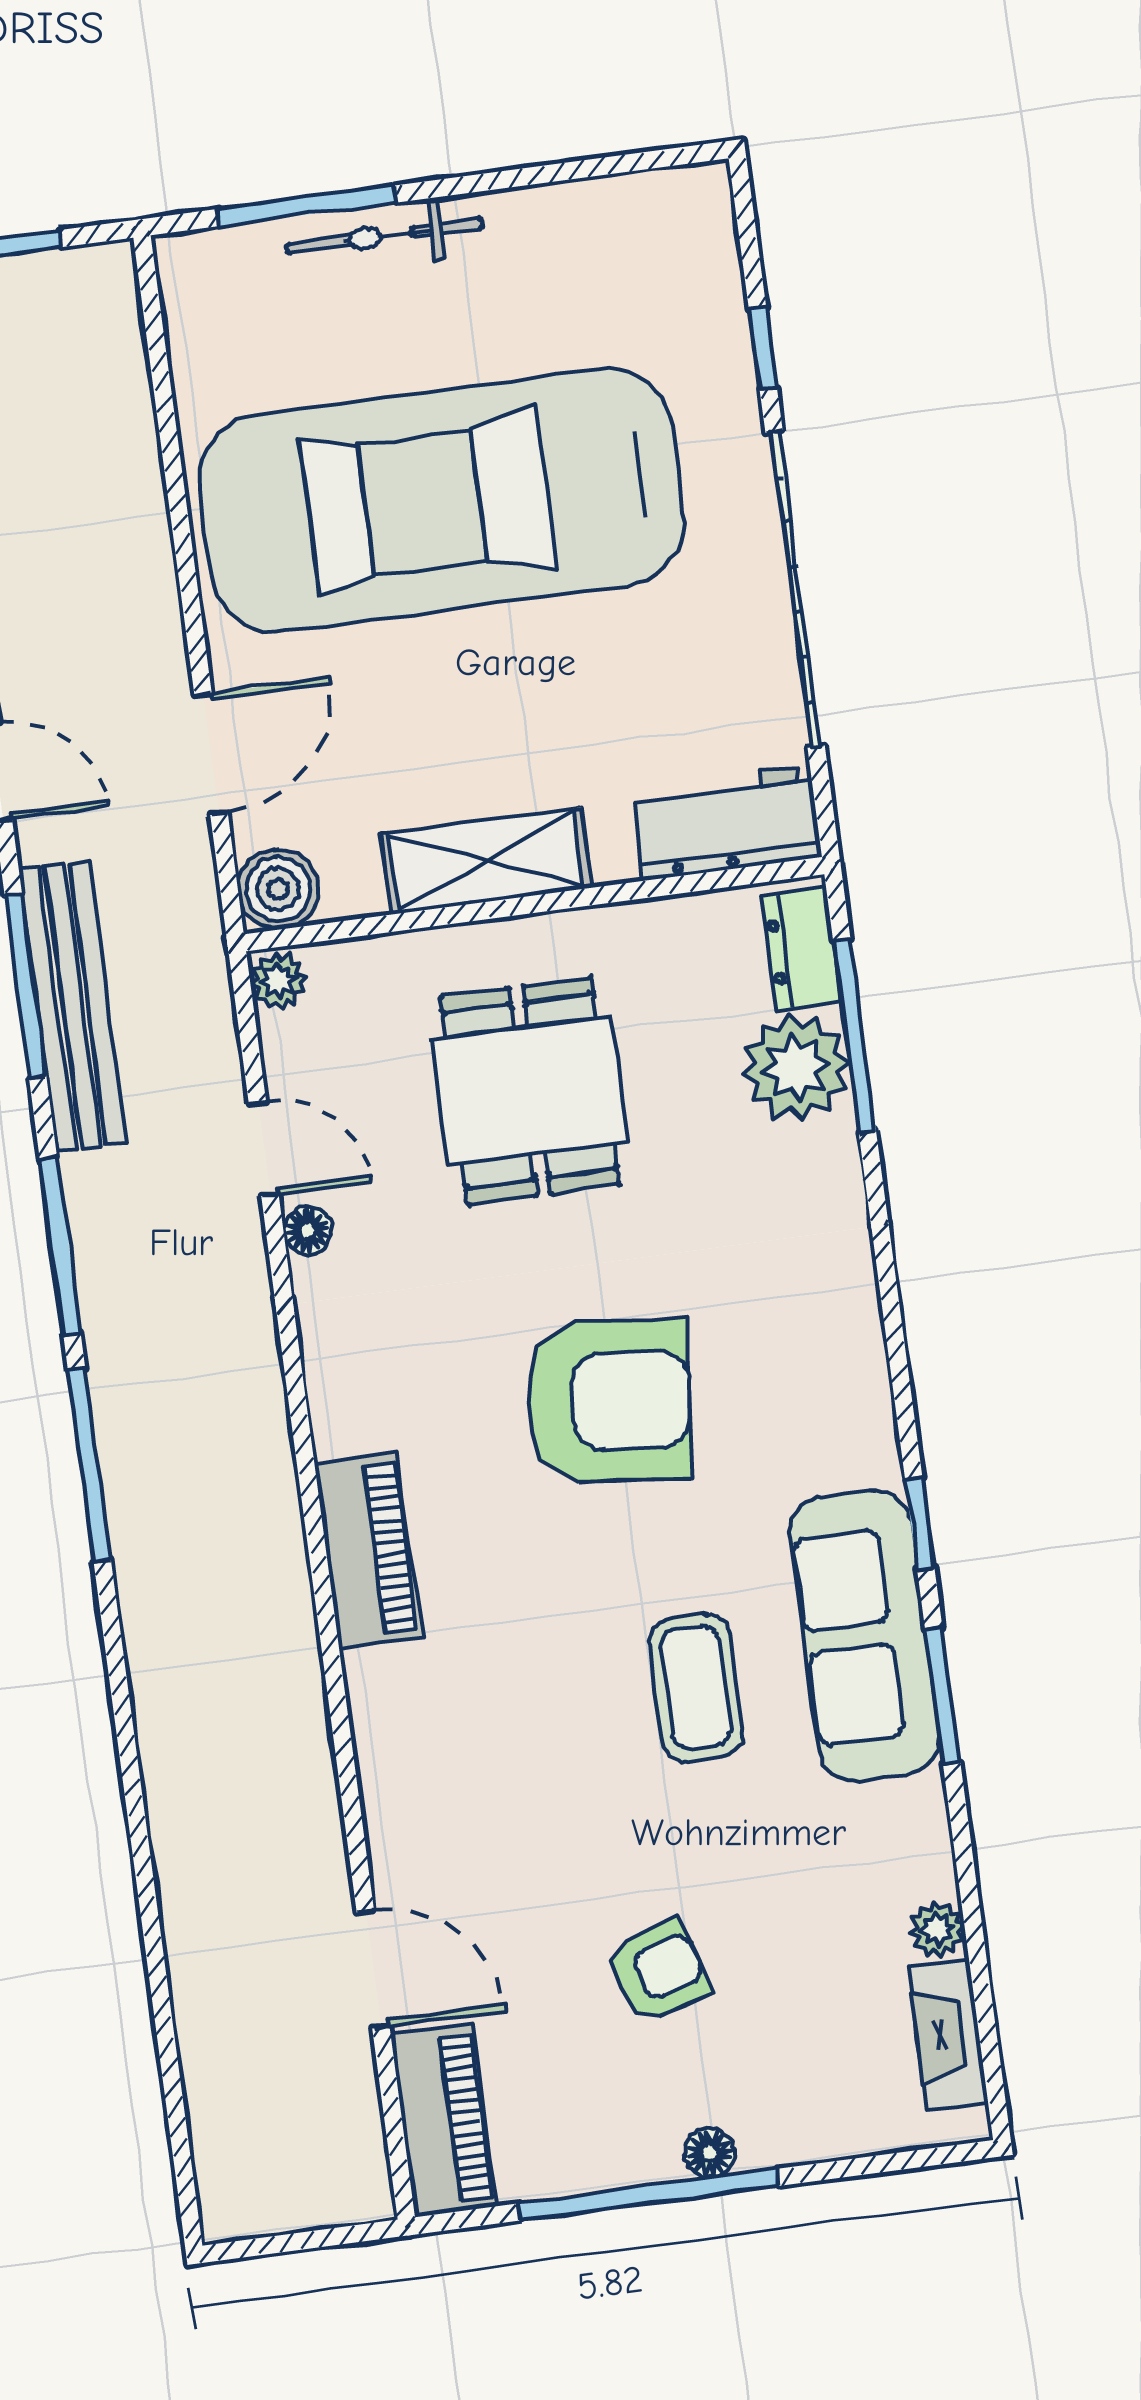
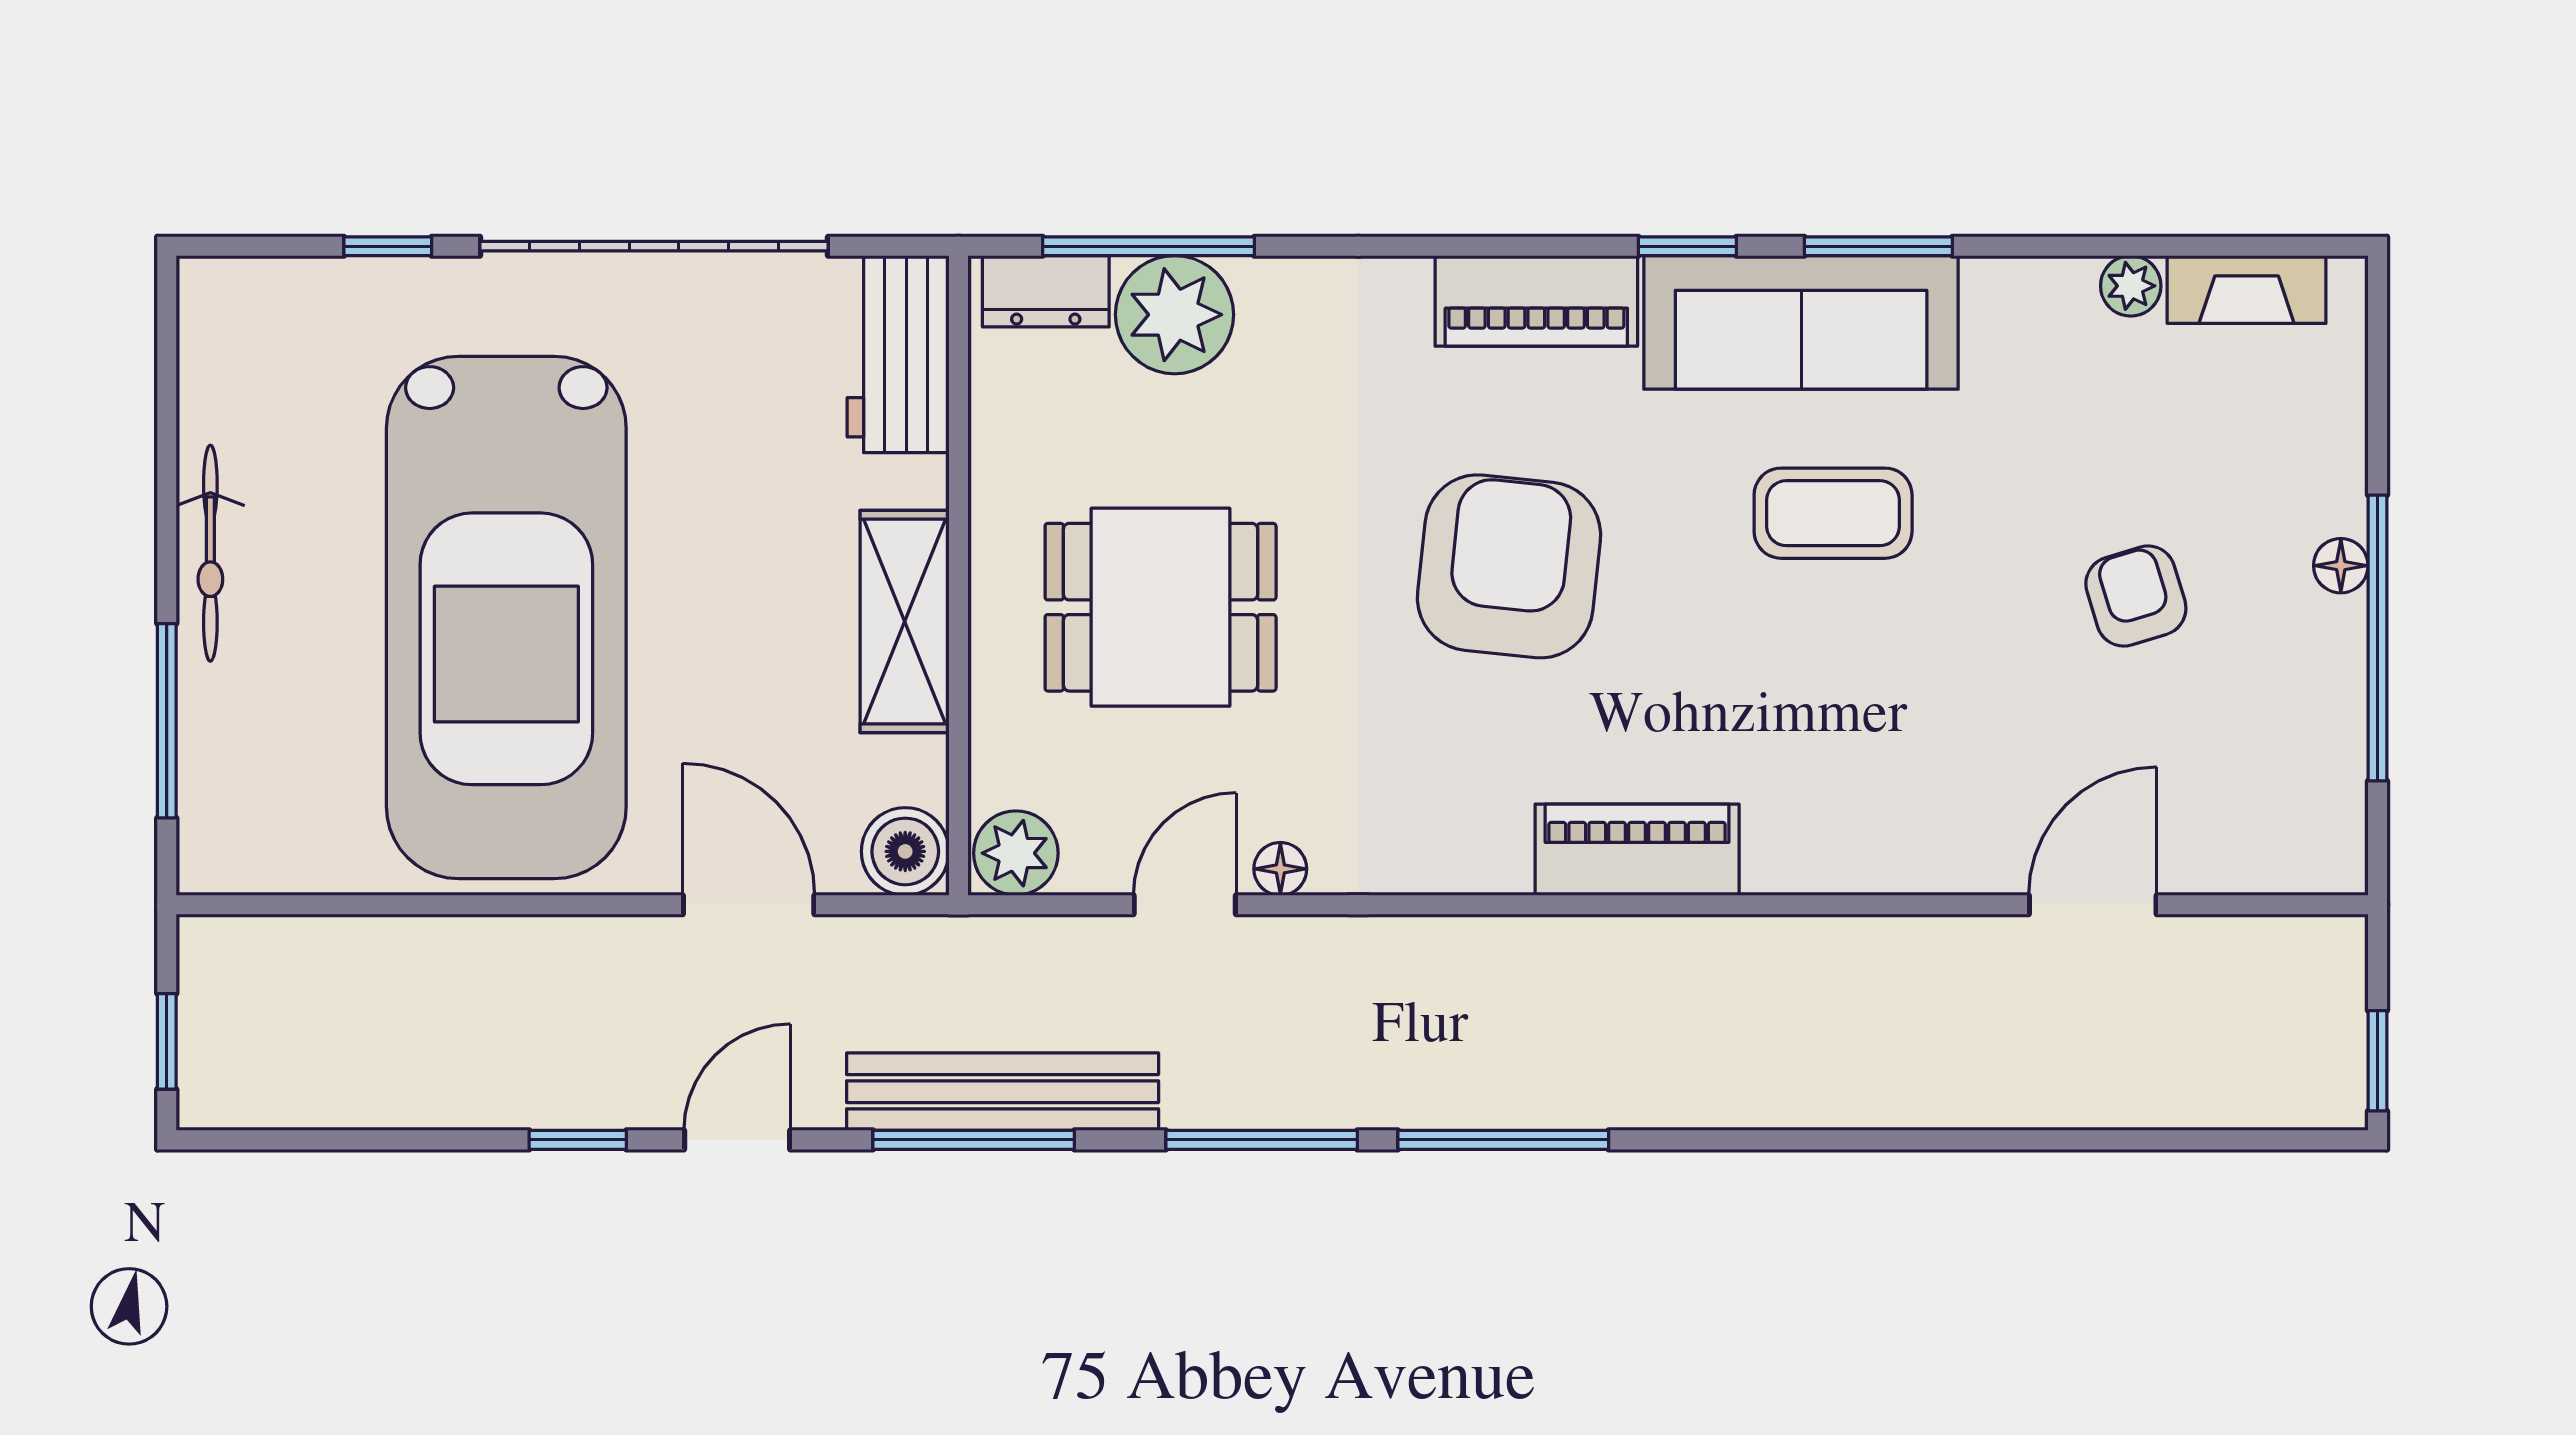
bicycle: (385, 236) -> (210, 553), moved
plant: (278, 981) -> (1016, 853), width x1.38, depth x1.38
piano: (444, 2120) -> (1536, 301), moved, turned 180
window: (266, 2246) -> (2377, 1061), added

